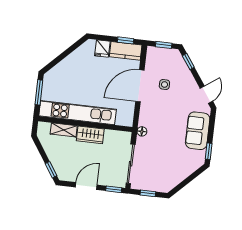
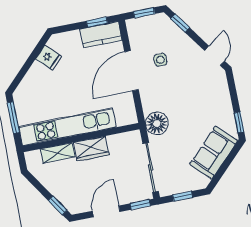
fridge: (102, 49) -> (49, 58), moved, turned -45
floor lamp: (142, 131) -> (157, 123), width x1.89, depth x1.89
sofa: (198, 131) -> (214, 153), moved, turned 45

